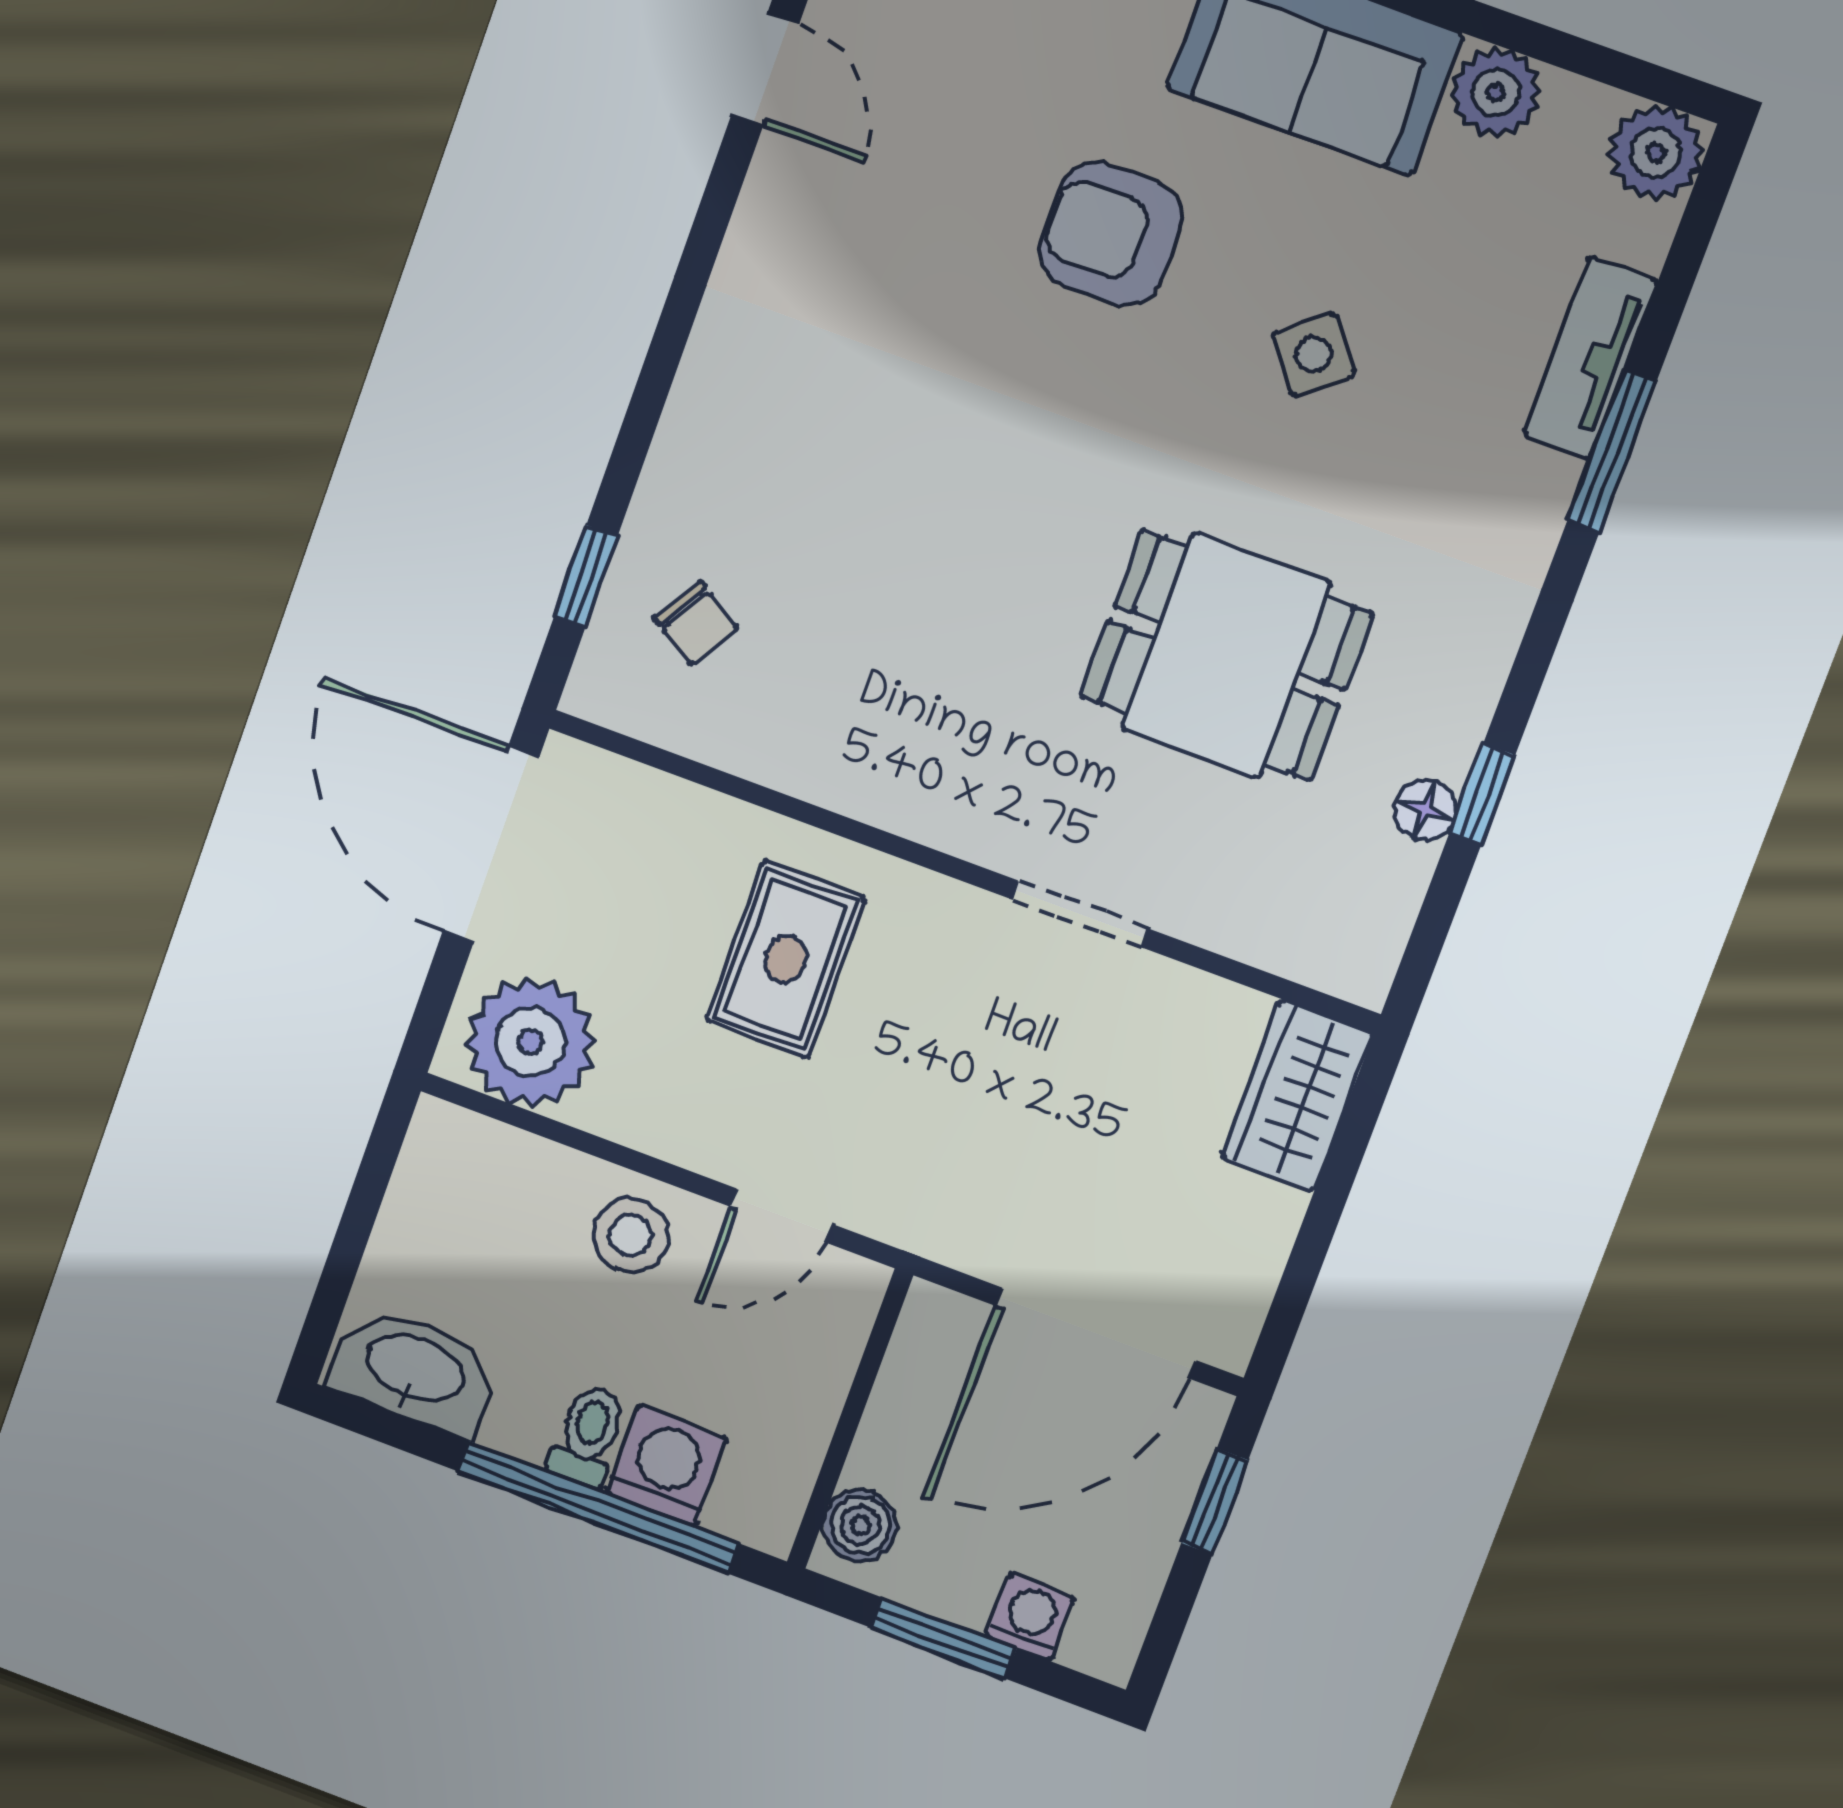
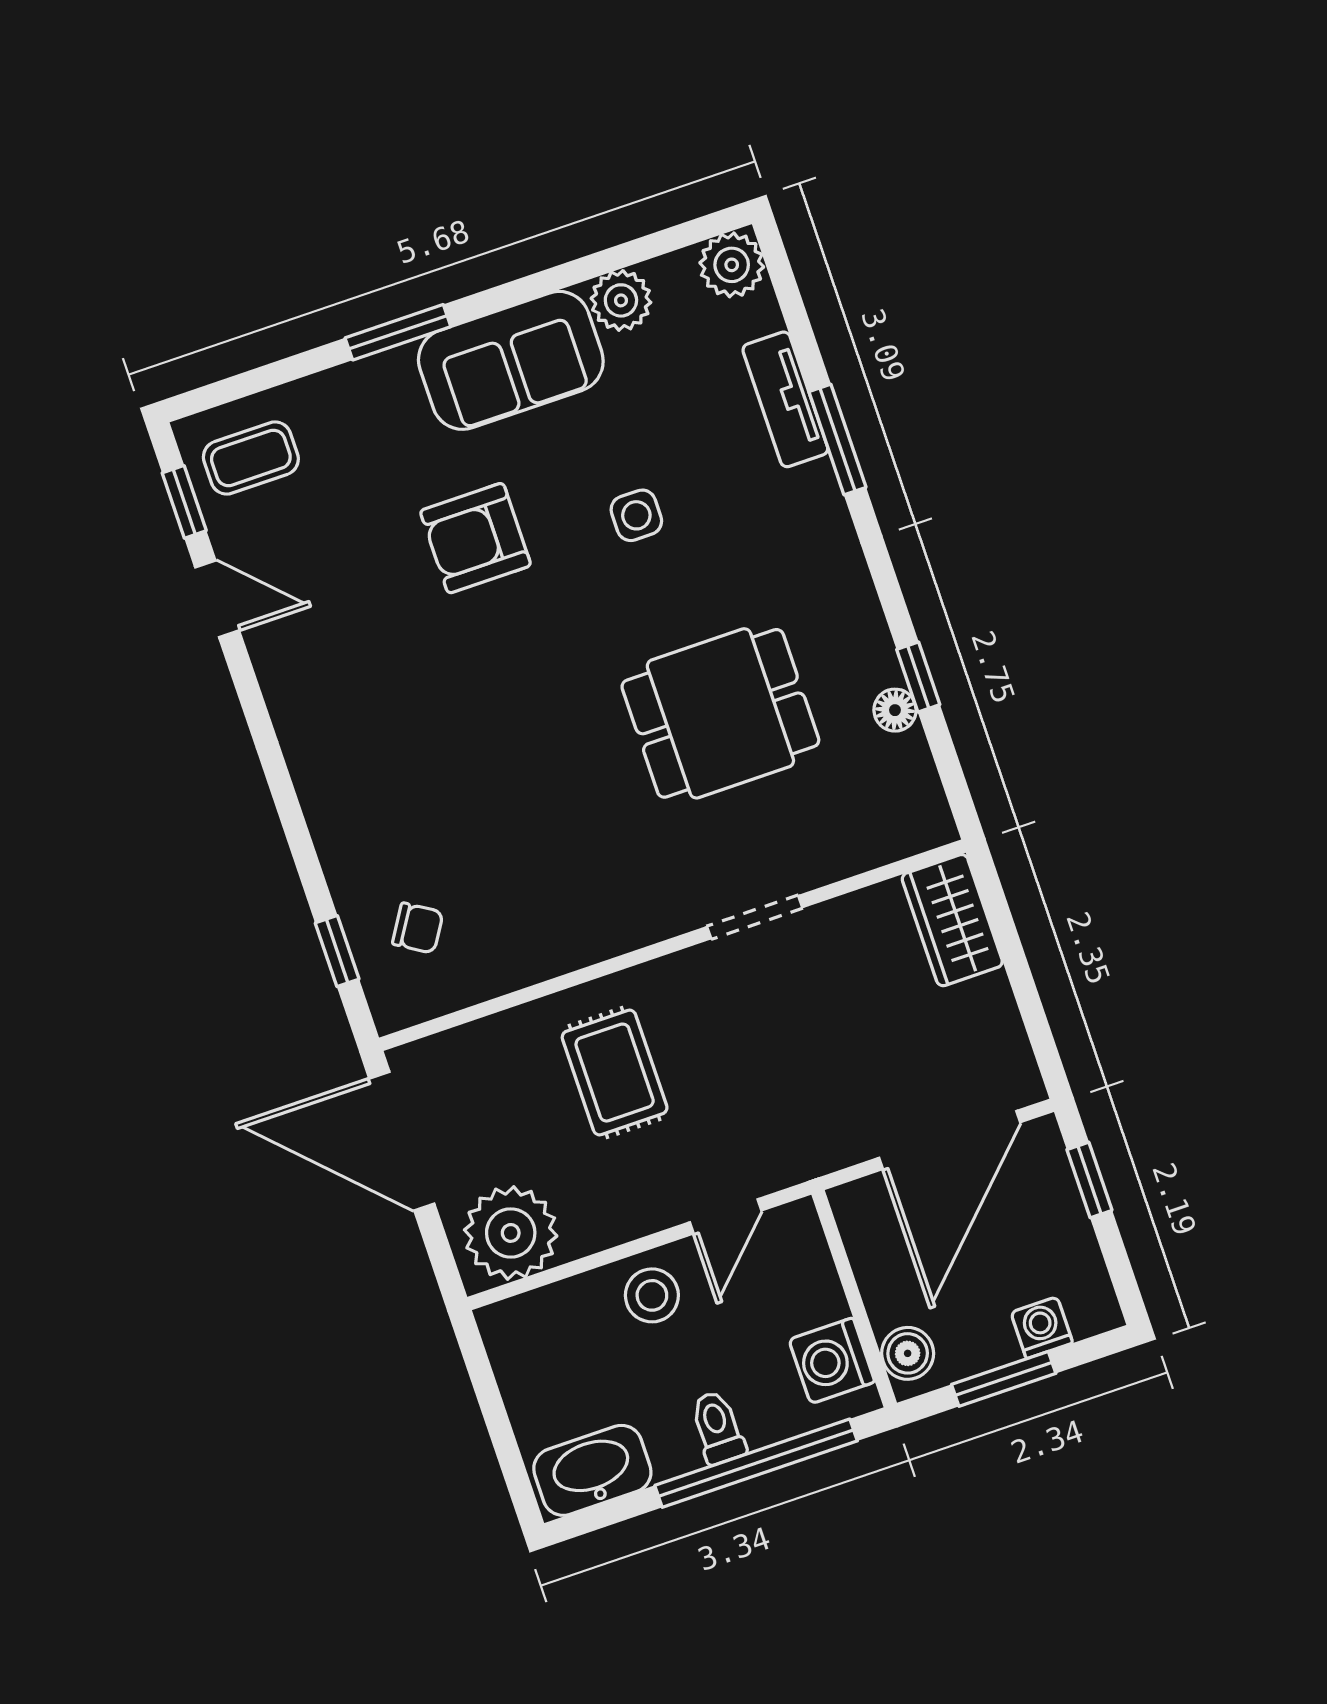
side table: (1313, 354) -> (636, 515), turned 38
washing machine: (667, 1466) -> (832, 1361), moved, turned -90

